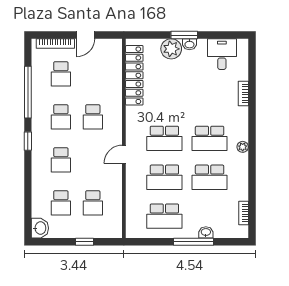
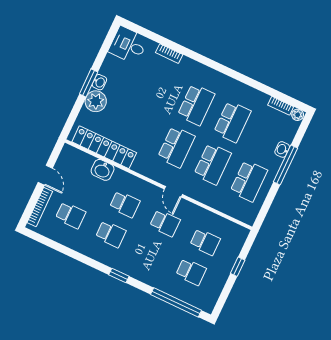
desk: (222, 54) -> (128, 45), moved
window: (28, 92) -> (176, 302), moved
plant: (243, 147) -> (298, 115), moved
school desk: (61, 160) -> (165, 223), moved
washbasin: (40, 228) -> (103, 170), moved, turned 180

